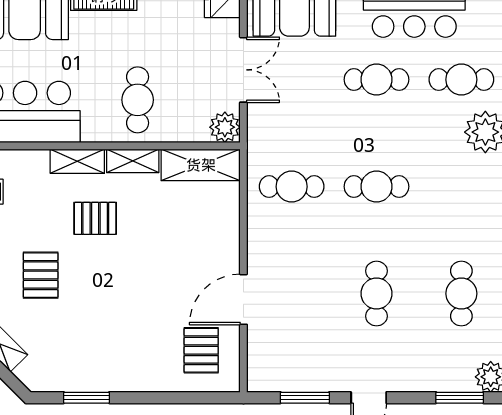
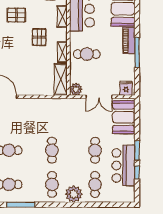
shelving: (77, 161) -> (62, 16), moved
cafe table: (292, 187) -> (52, 184), moved

